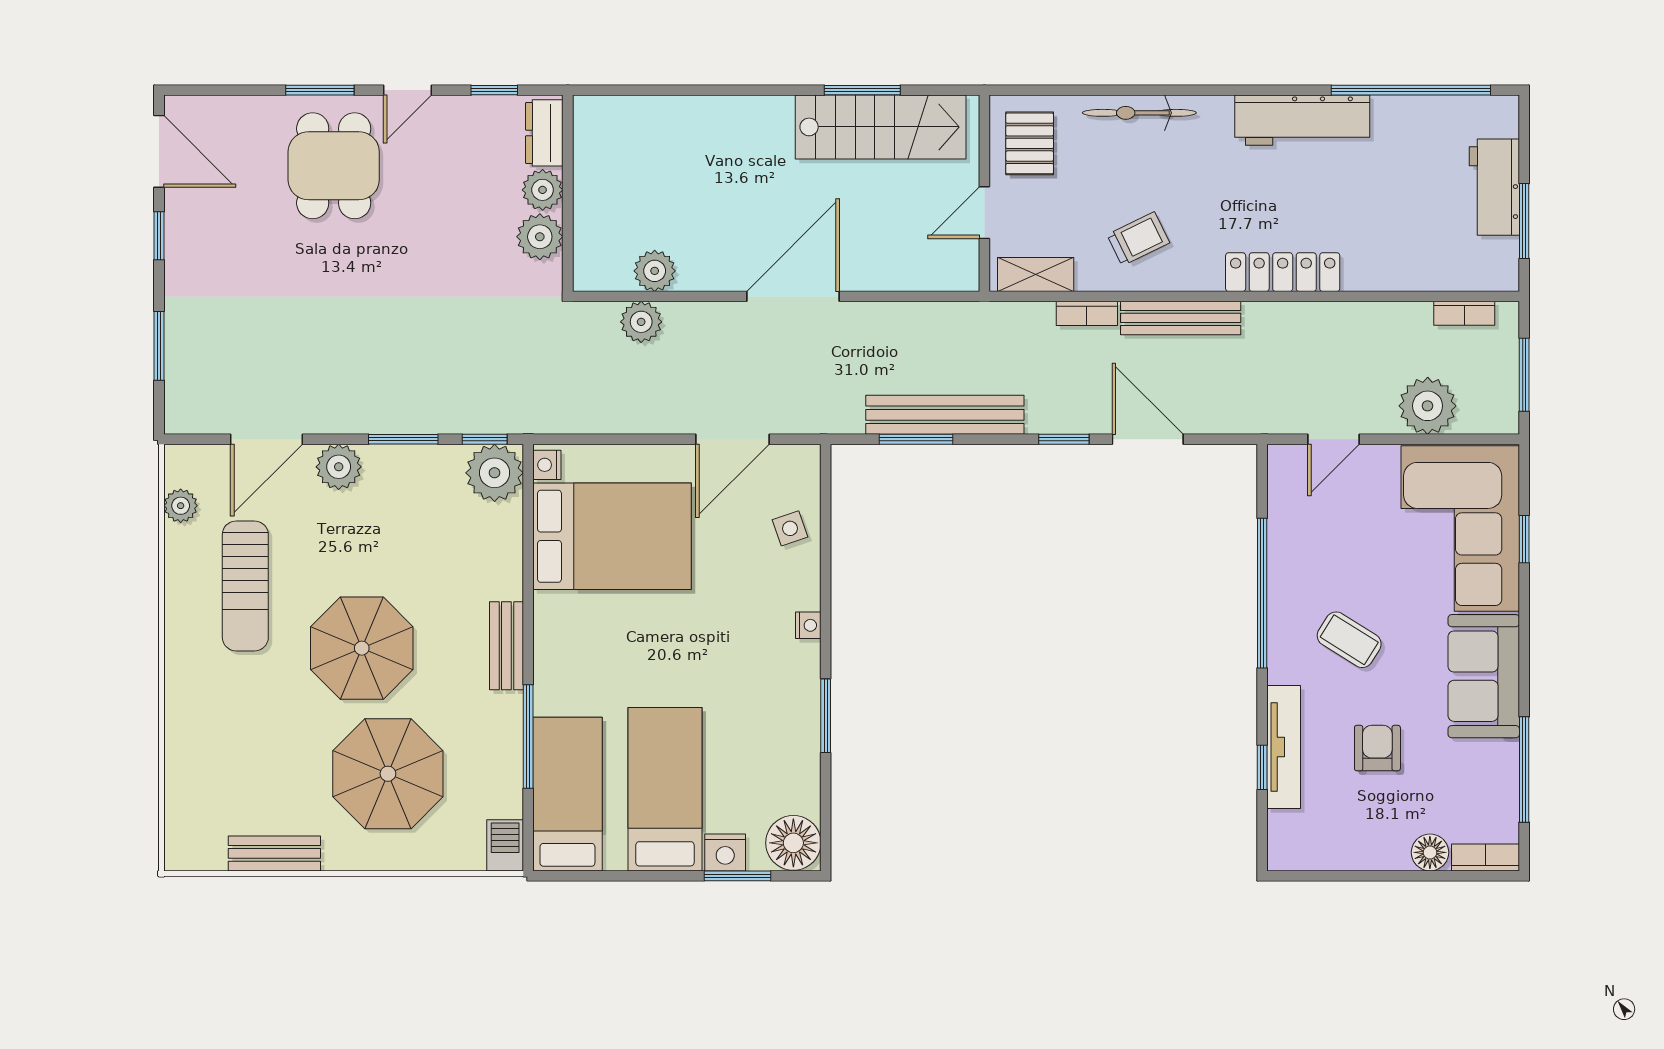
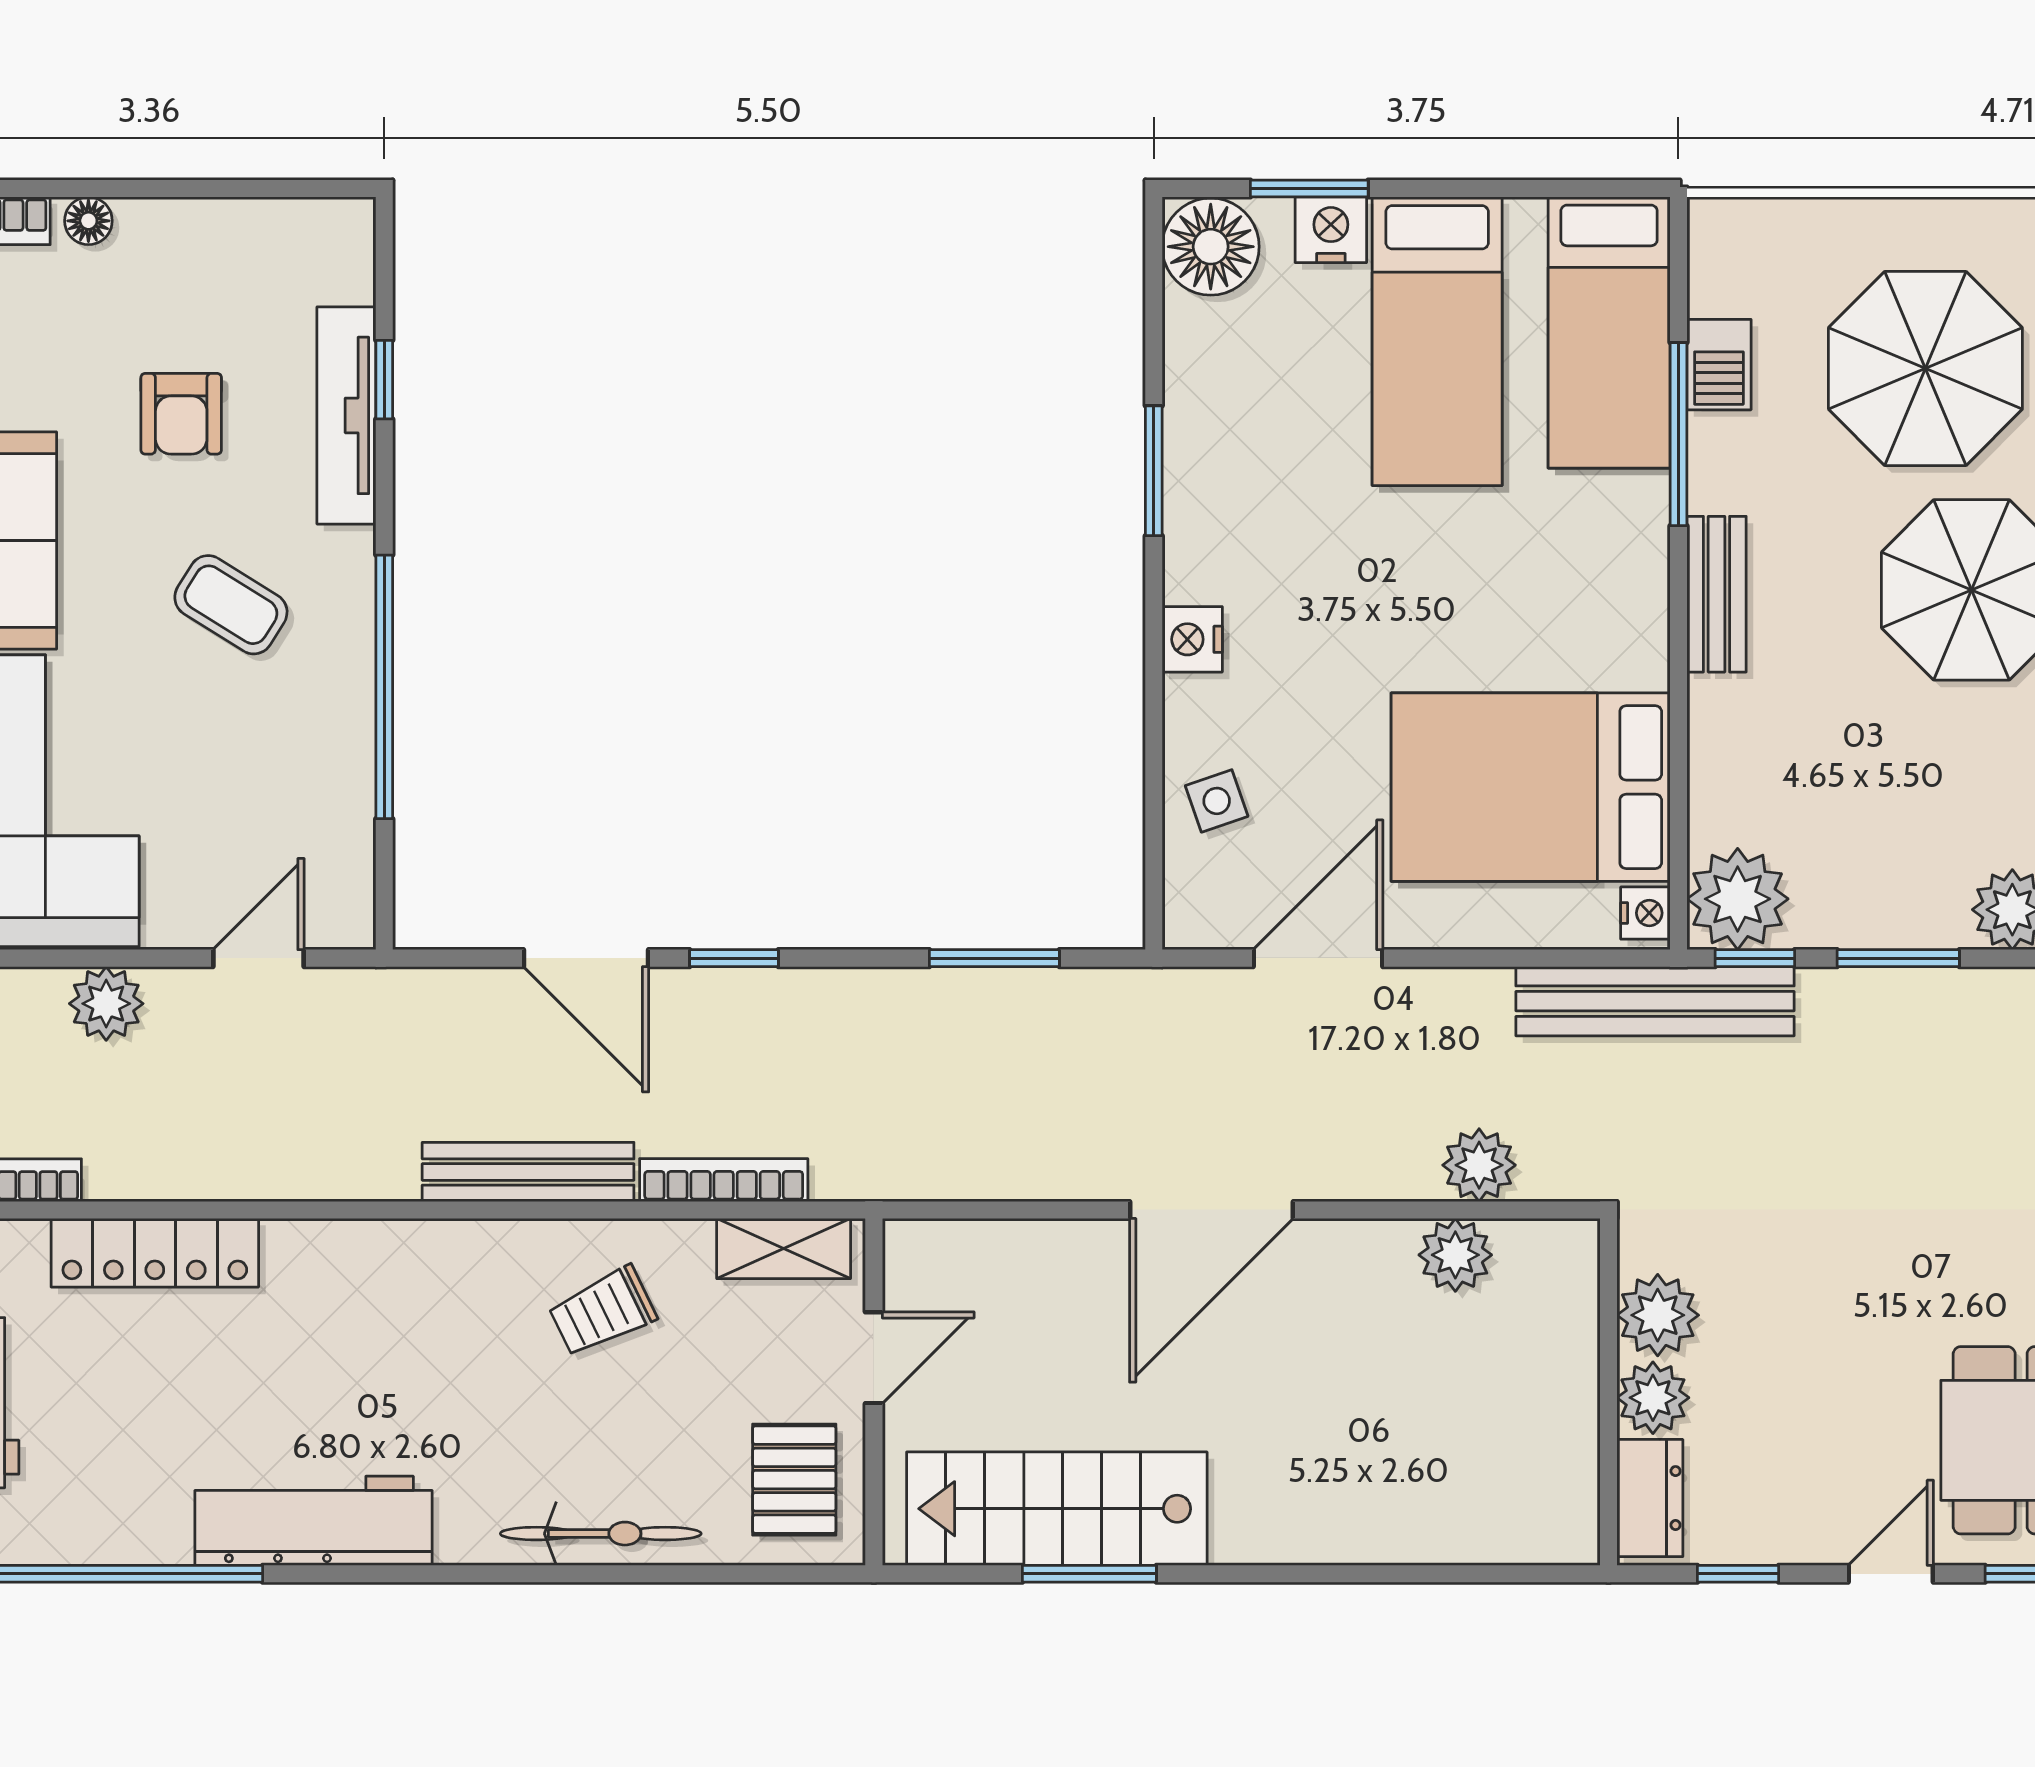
locker: (1283, 272) -> (155, 1253), moved
bookcase: (1087, 313) -> (724, 1180), width x1.56
plant: (1428, 406) -> (106, 1004), width x0.73, depth x0.73
bench: (945, 415) -> (1655, 1001), moved
nightstand: (808, 625) -> (1192, 639), width x1.39, depth x1.35
barbecue: (505, 845) -> (1719, 365), moved
floor lamp: (1430, 852) -> (88, 221), width x0.73, depth x0.73

